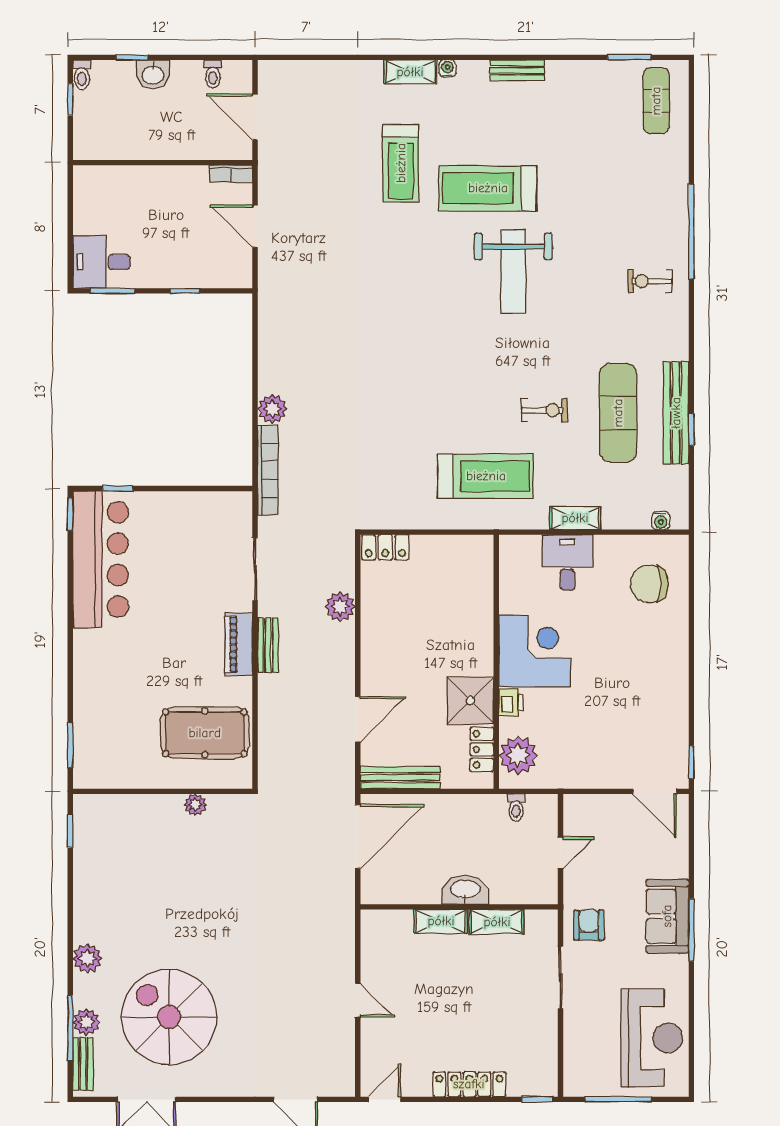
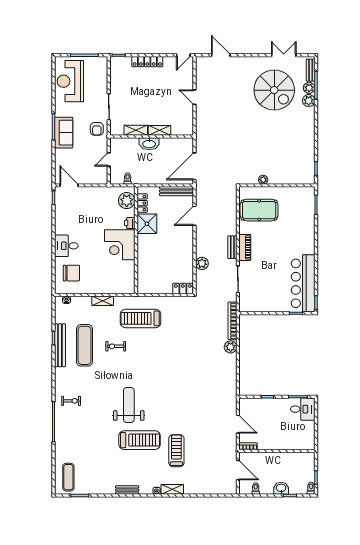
desk: (567, 562) -> (66, 246), moved, turned 90
plant: (87, 958) -> (309, 101), moved

